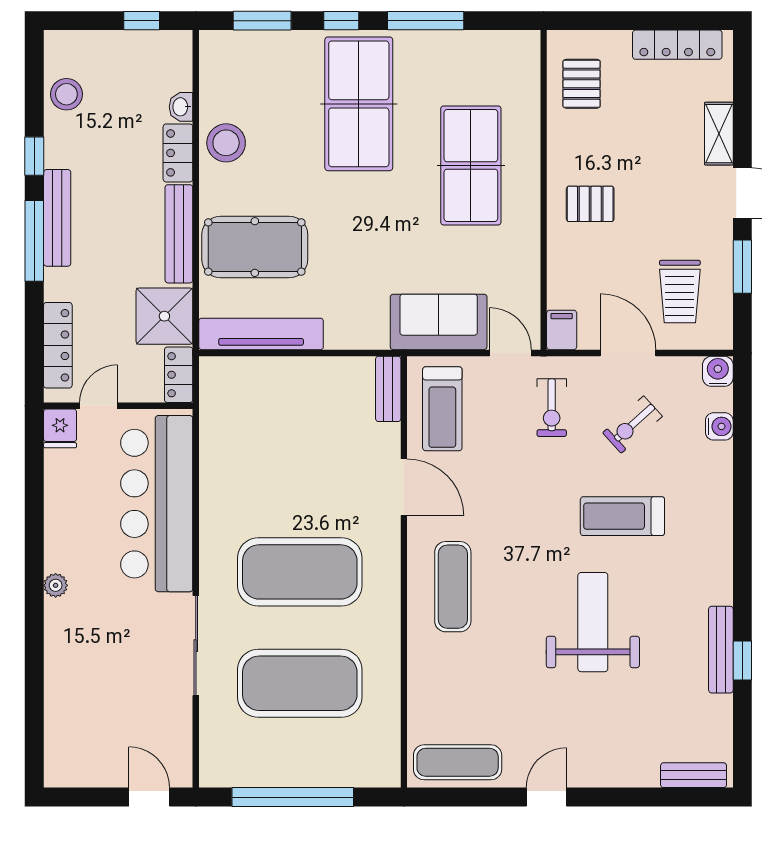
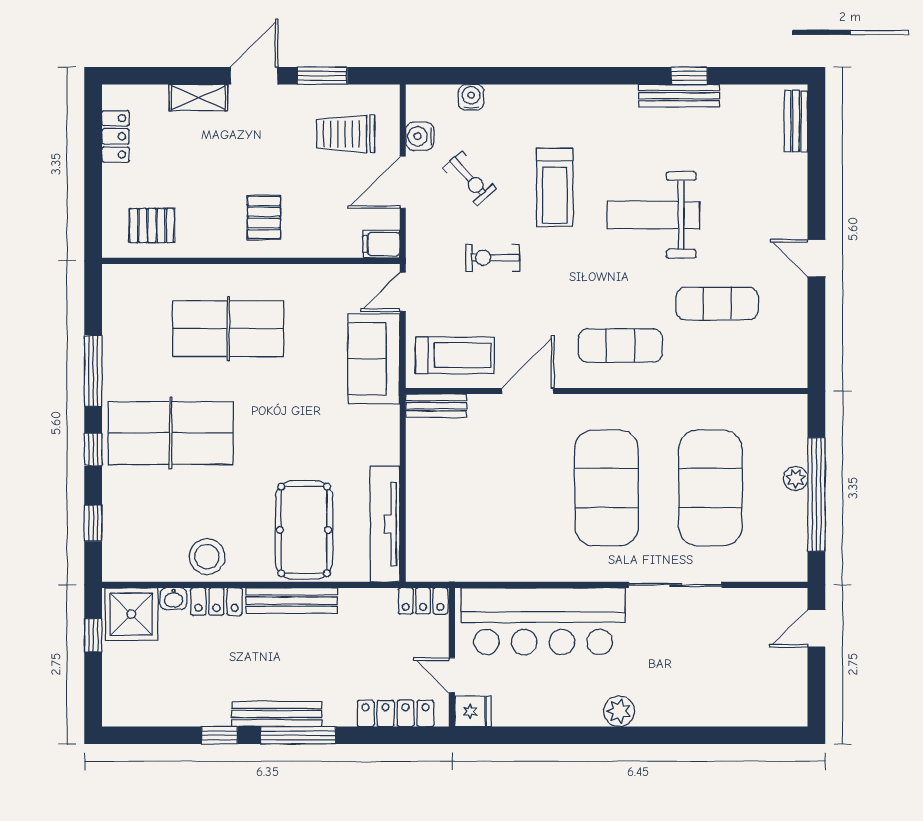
window: (262, 21) -> (93, 523), width x0.67
locker: (677, 45) -> (116, 136), width x0.66
stool: (66, 94) -> (162, 705), removed
trolley: (680, 292) -> (346, 134), turned 180
shower: (164, 316) -> (131, 614), moved
water cooler: (718, 371) -> (420, 136), moved
exercise bike: (552, 408) -> (493, 258), moved, turned 180
plant: (56, 585) -> (619, 711), width x1.38, depth x1.38
exercise mat: (458, 762) -> (717, 304), moved, turned 90
plant: (310, 775) -> (796, 478), added

